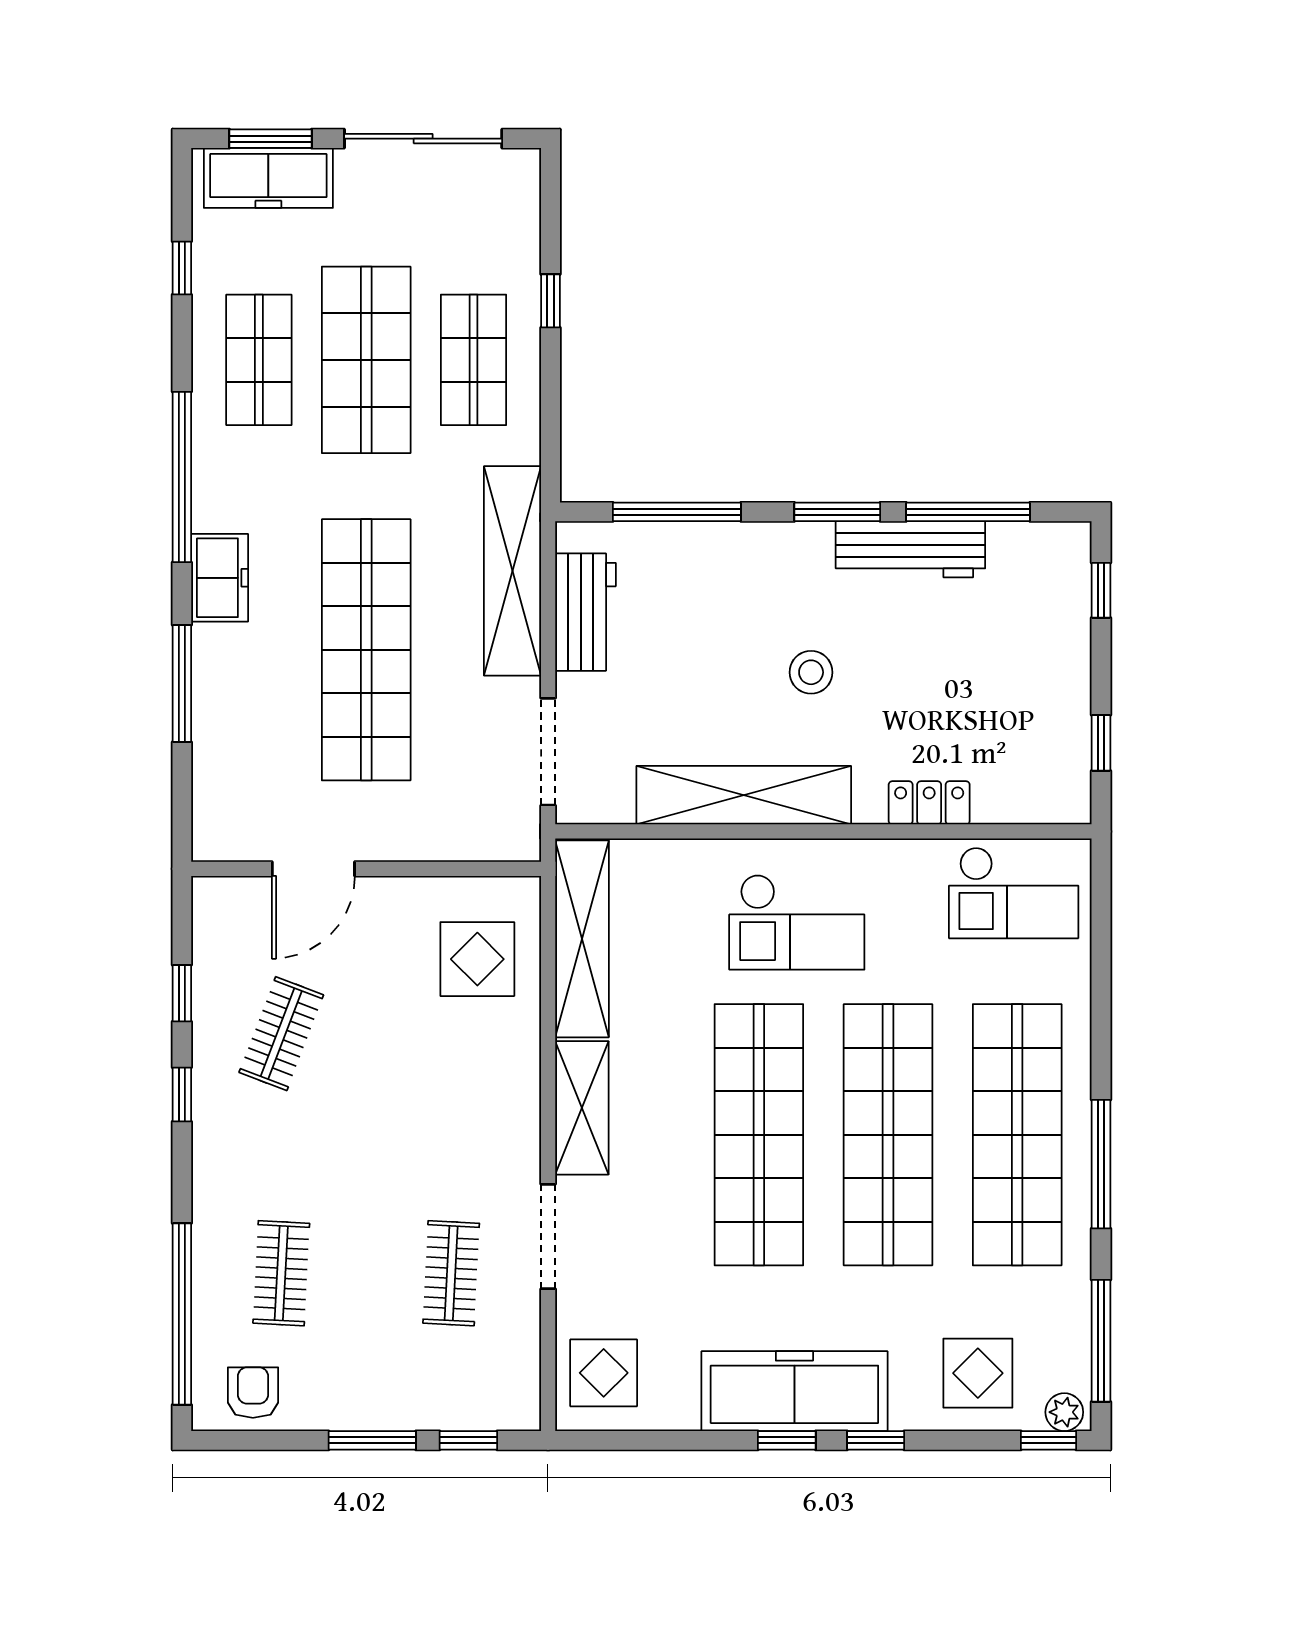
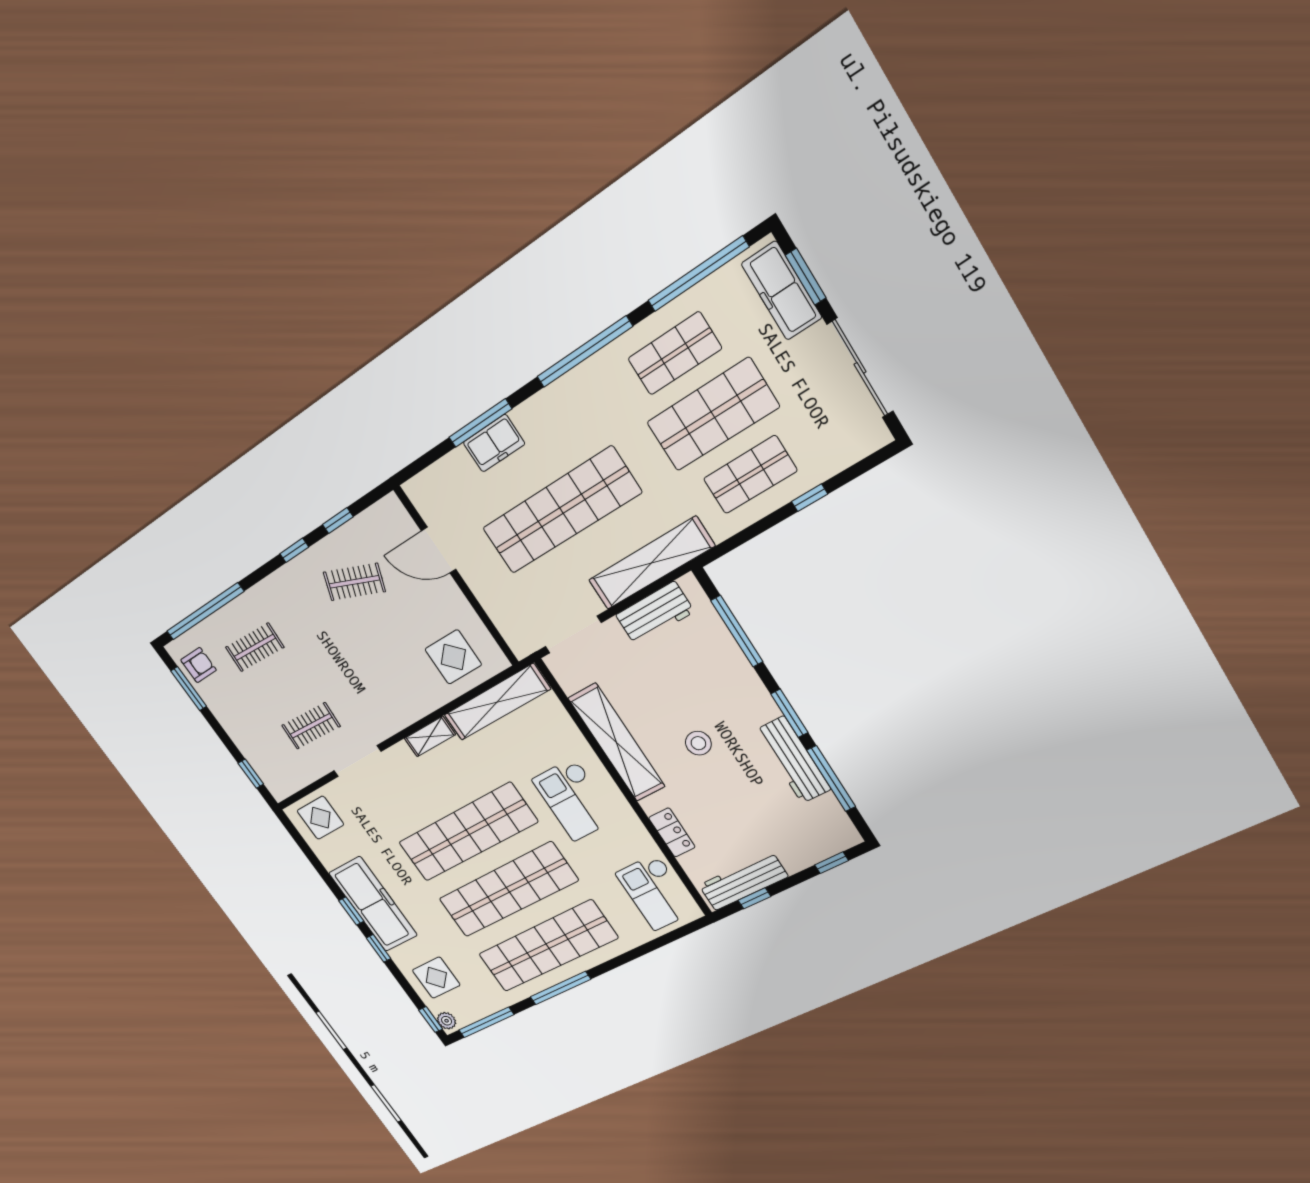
window: (182, 268) -> (698, 274), width x3.17
freezer: (220, 578) -> (494, 443), moved
workbench: (1064, 742) -> (743, 881), added
shelving: (582, 1108) -> (430, 736), width x0.67, depth x0.75
window: (372, 1440) -> (189, 689), moved

